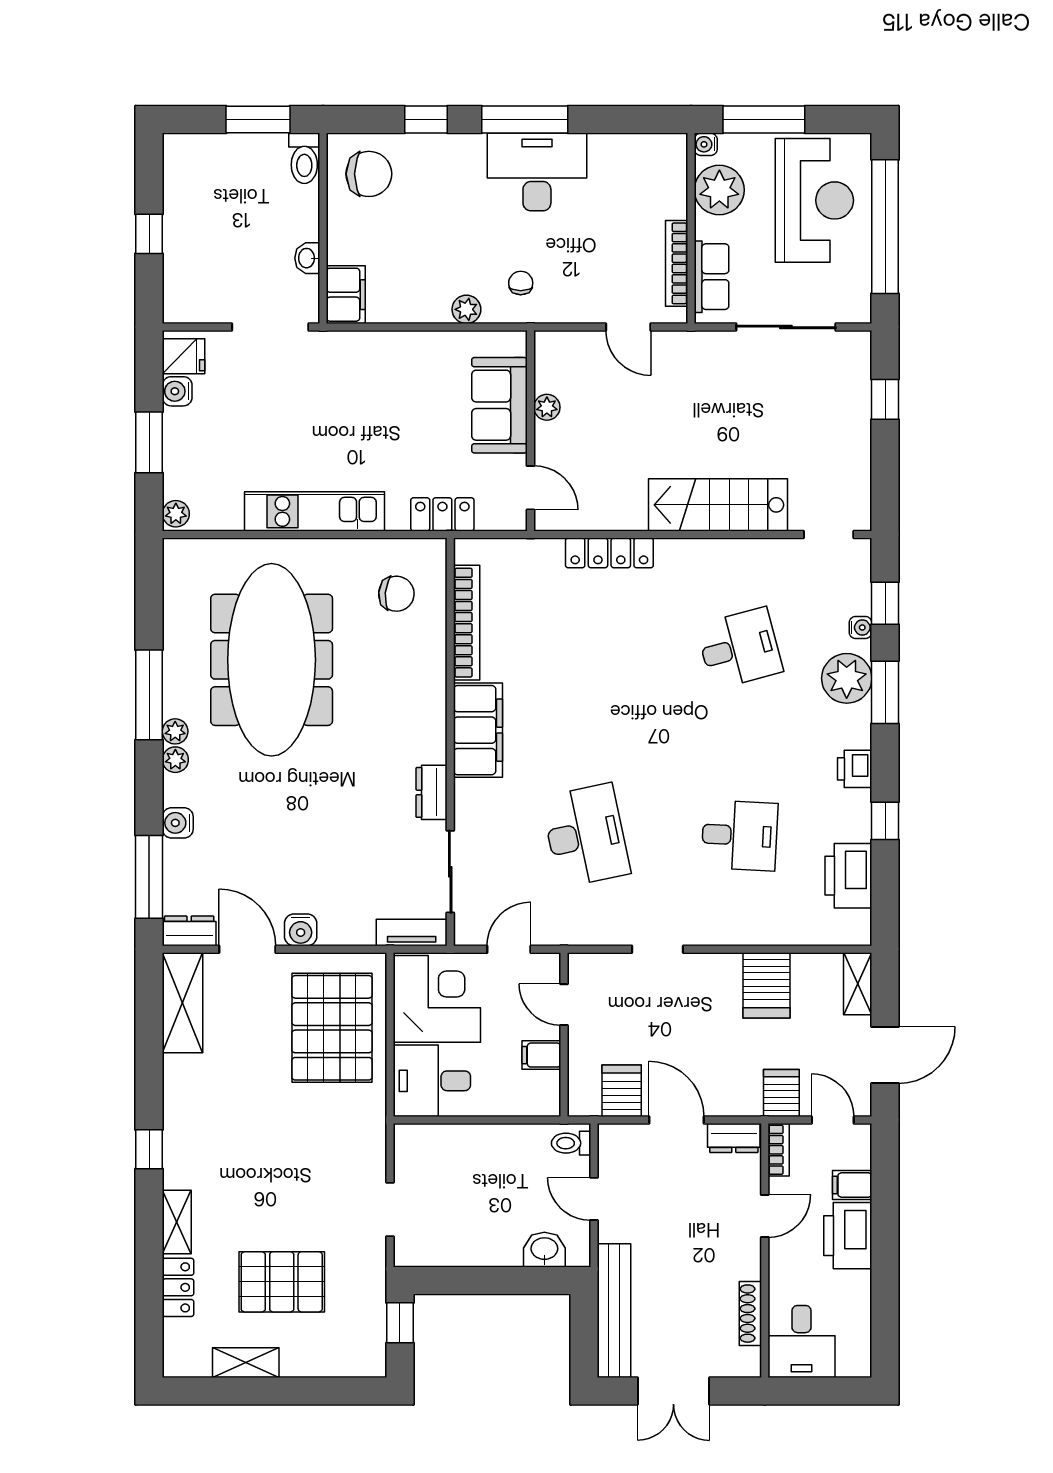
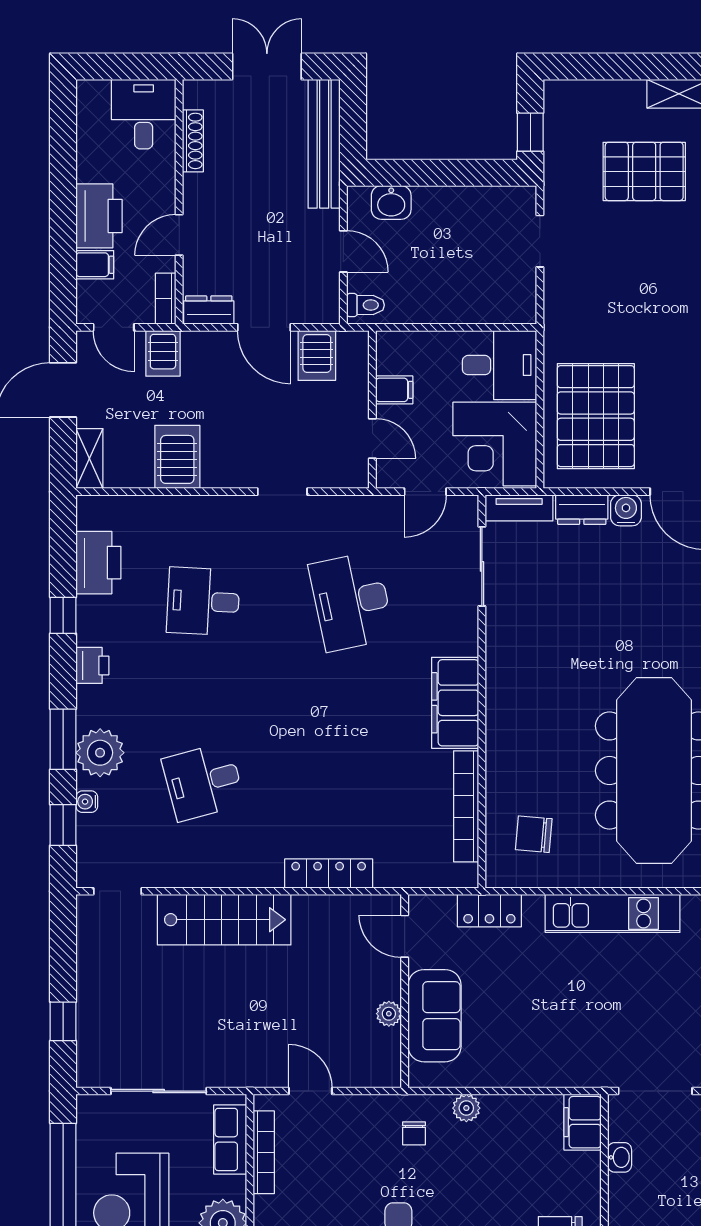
dresser: (432, 792) -> (582, 510), moved, turned 90

